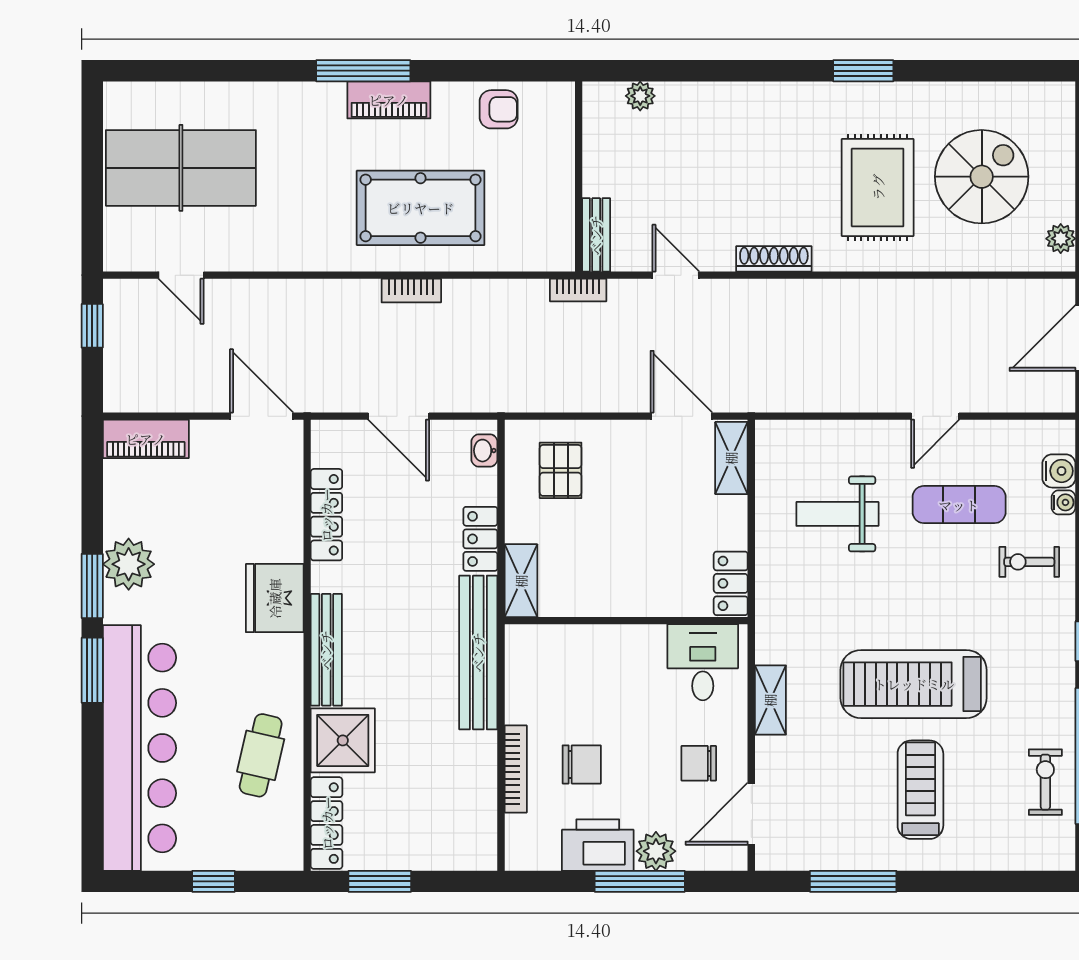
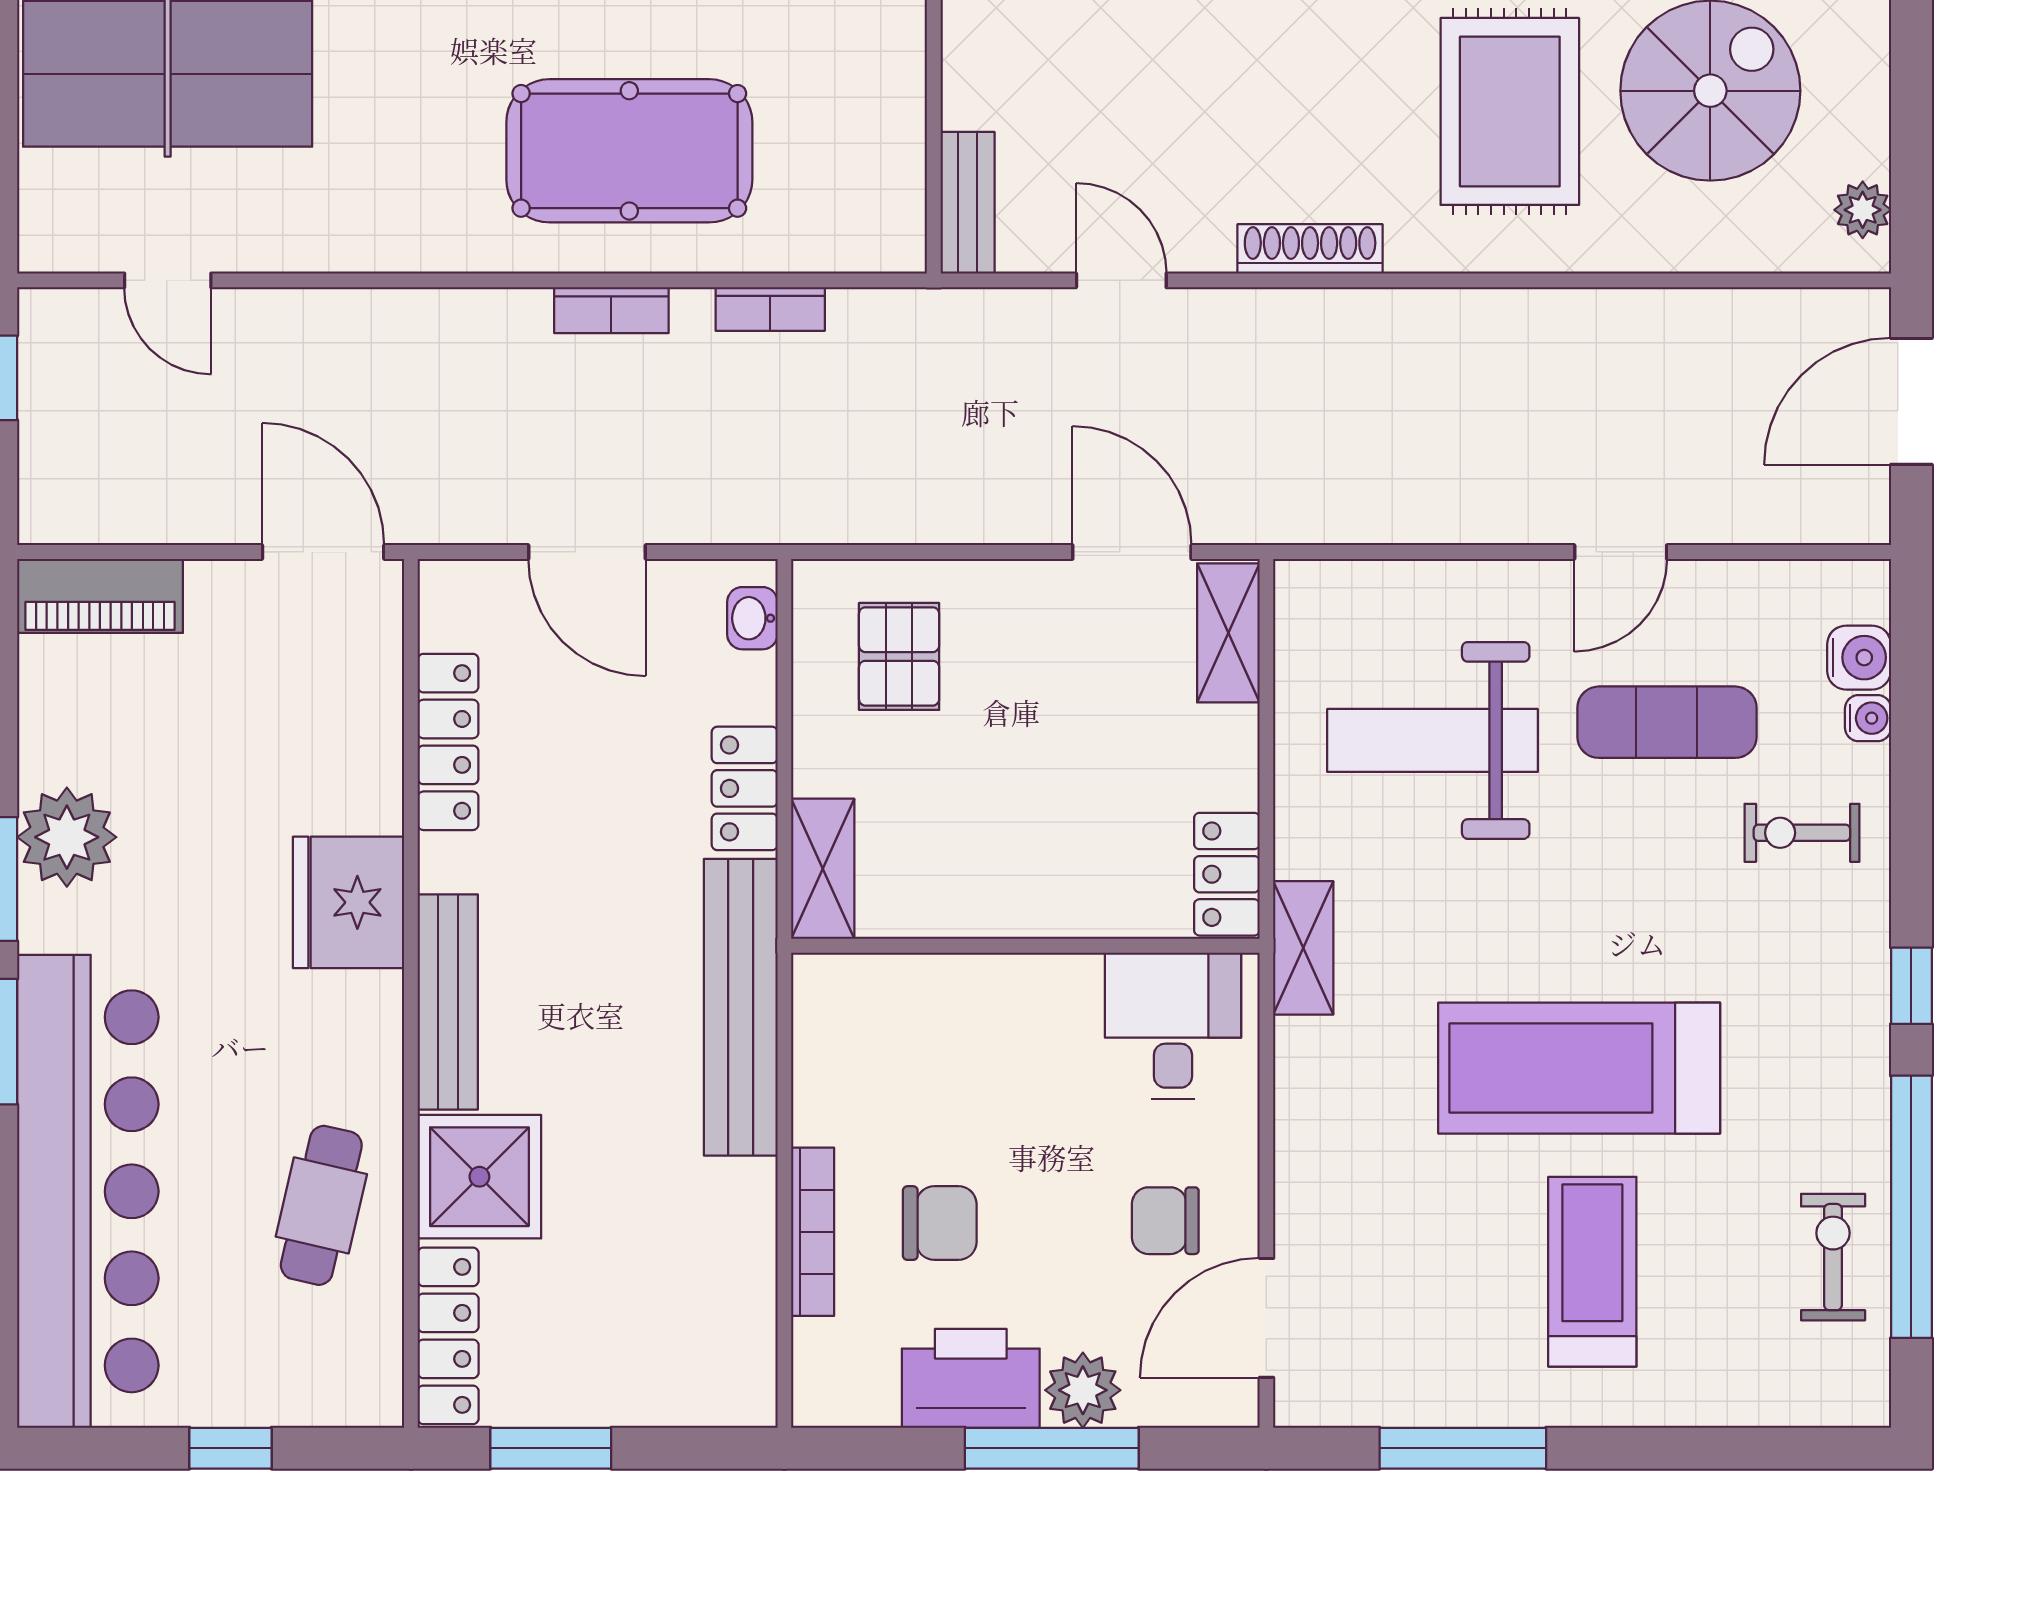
bookcase: (578, 290) -> (770, 309), moved
weight bench: (837, 514) -> (1432, 740), width x1.36, depth x1.33
shelving: (770, 700) -> (1303, 948), moved

